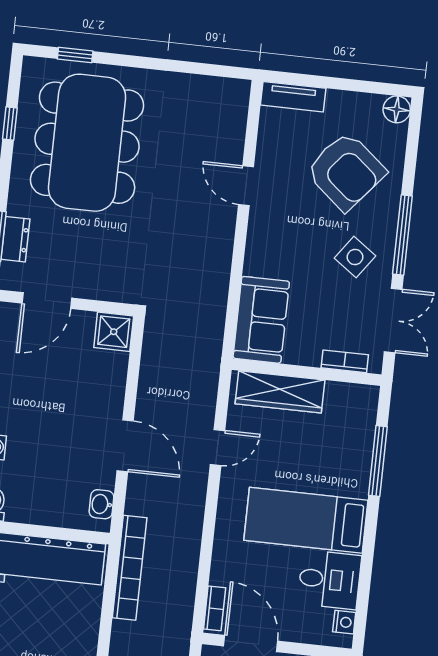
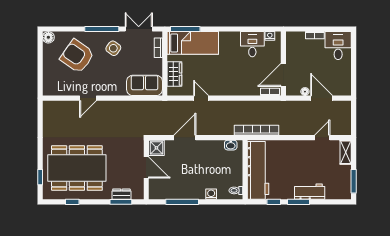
tv unit: (293, 97) -> (48, 82), removed
armchair: (346, 171) -> (77, 56), turned -95
door: (47, 301) -> (146, 168), moved
wardrobe: (280, 392) -> (174, 74), width x0.67
door: (125, 446) -> (185, 138), moved
window: (378, 461) -> (185, 29), moved
bed: (306, 520) -> (193, 43), moved, turned -90

